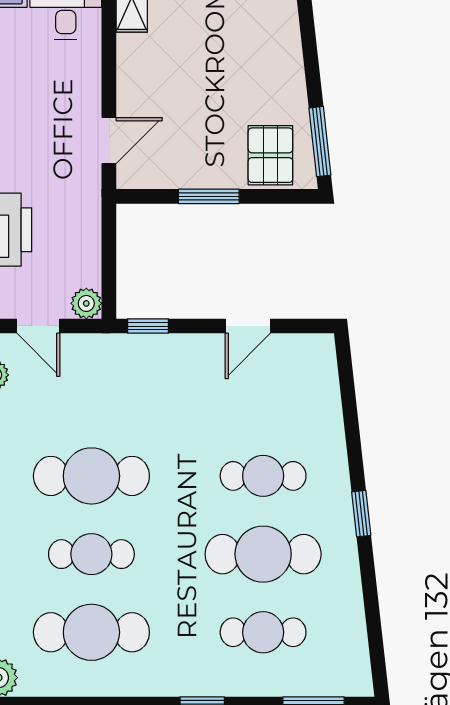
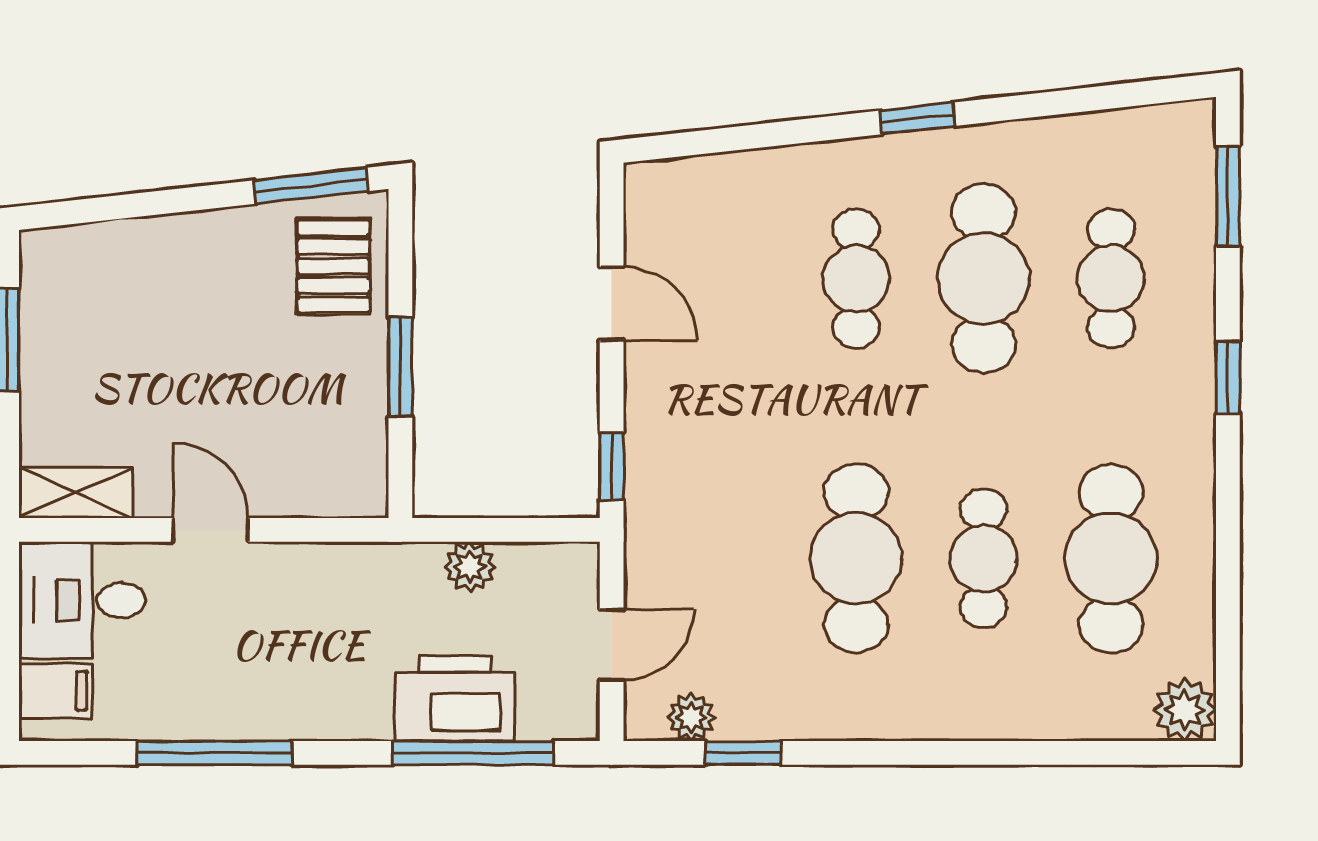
door: (109, 141) -> (211, 530), moved
pallet: (270, 155) -> (333, 266), turned 90
plant: (86, 303) -> (470, 567), moved

